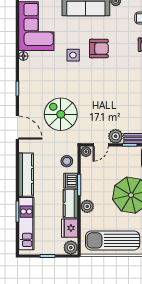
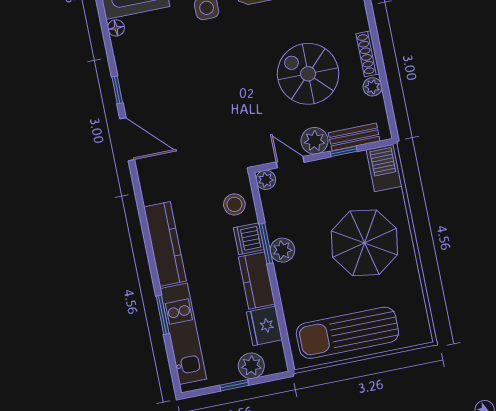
spiral stairs: (61, 114) -> (308, 74), moved
door: (17, 128) -> (127, 139), moved
door: (101, 145) -> (290, 162), swing flipped
plant: (87, 206) -> (282, 250), moved
plant: (71, 248) -> (251, 366), moved

